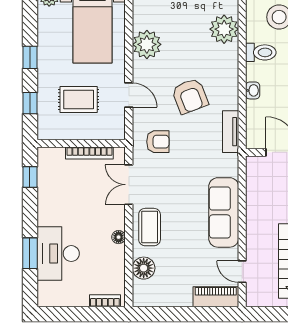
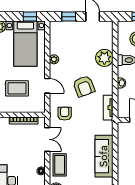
plant: (224, 29) -> (104, 58), moved
plant: (147, 44) -> (54, 59), width x0.53, depth x0.53
armchair: (158, 142) -> (65, 114), turned -90
double door: (129, 185) -> (47, 139), swing flipped

